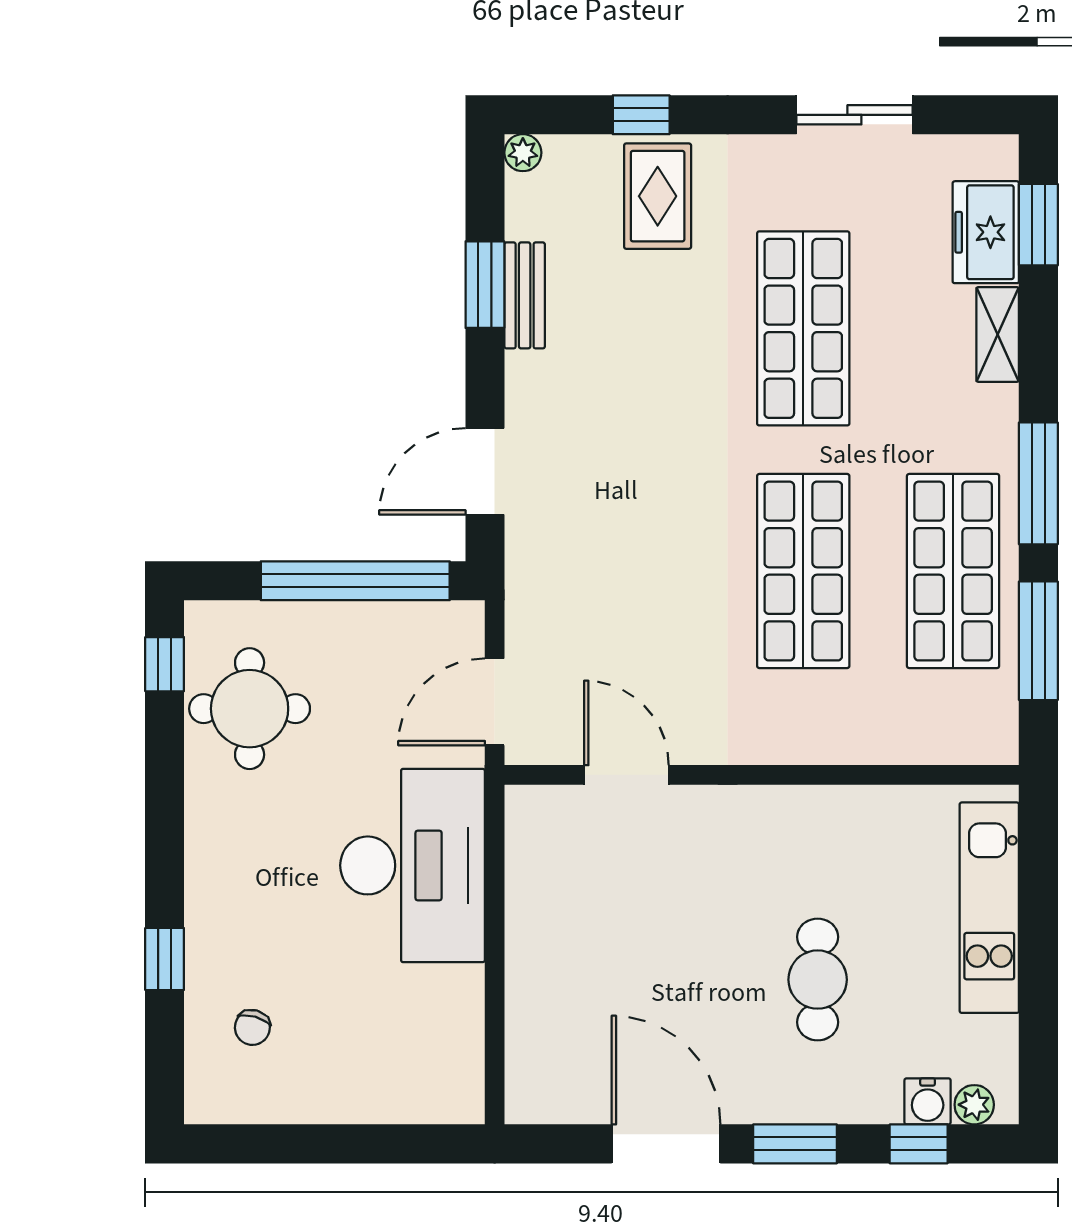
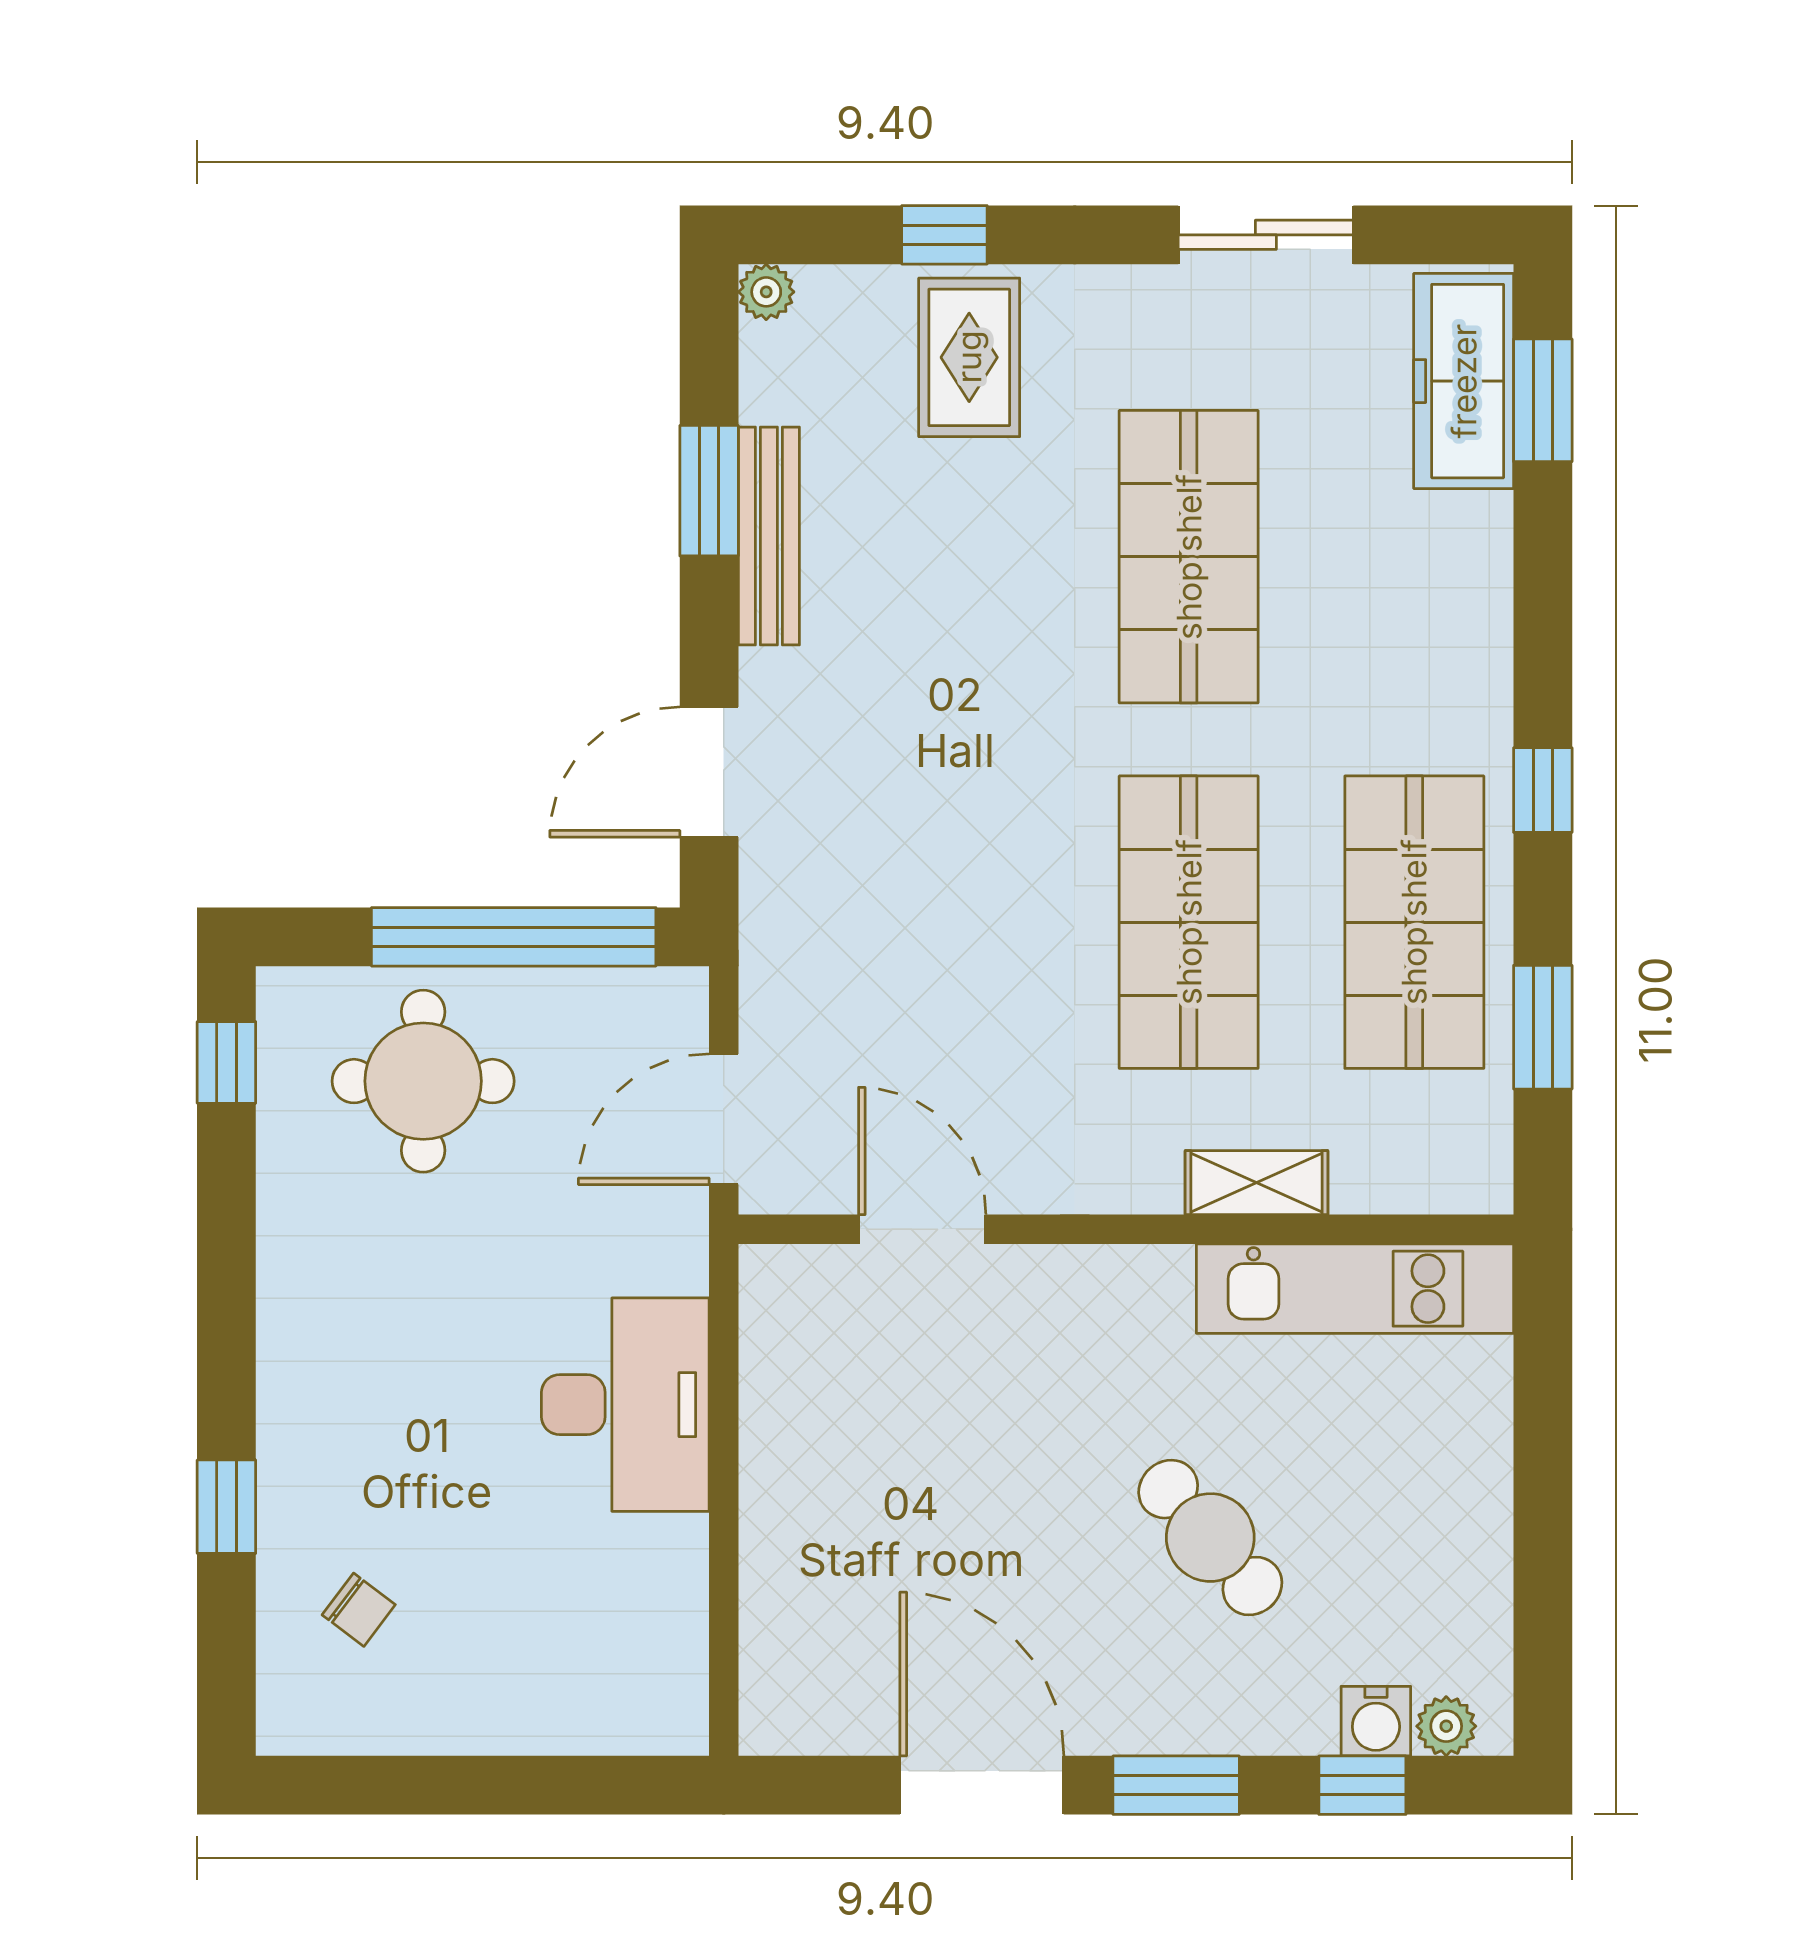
freezer: (986, 232) -> (1464, 381), width x1.40
bench: (525, 295) -> (769, 536), width x1.36
shelving: (998, 334) -> (1256, 1183), moved, turned 90
window: (1038, 483) -> (1543, 790), width x0.46
window: (1038, 641) -> (1543, 1027), width x0.69
round table: (250, 709) -> (423, 1081), moved
desk: (413, 865) -> (625, 1405), width x0.73, depth x0.77
kitchen unit: (989, 908) -> (1355, 1289), moved, turned -90
cafe table: (818, 980) -> (1210, 1538), turned -41
chair: (252, 1027) -> (359, 1610), turned -69

